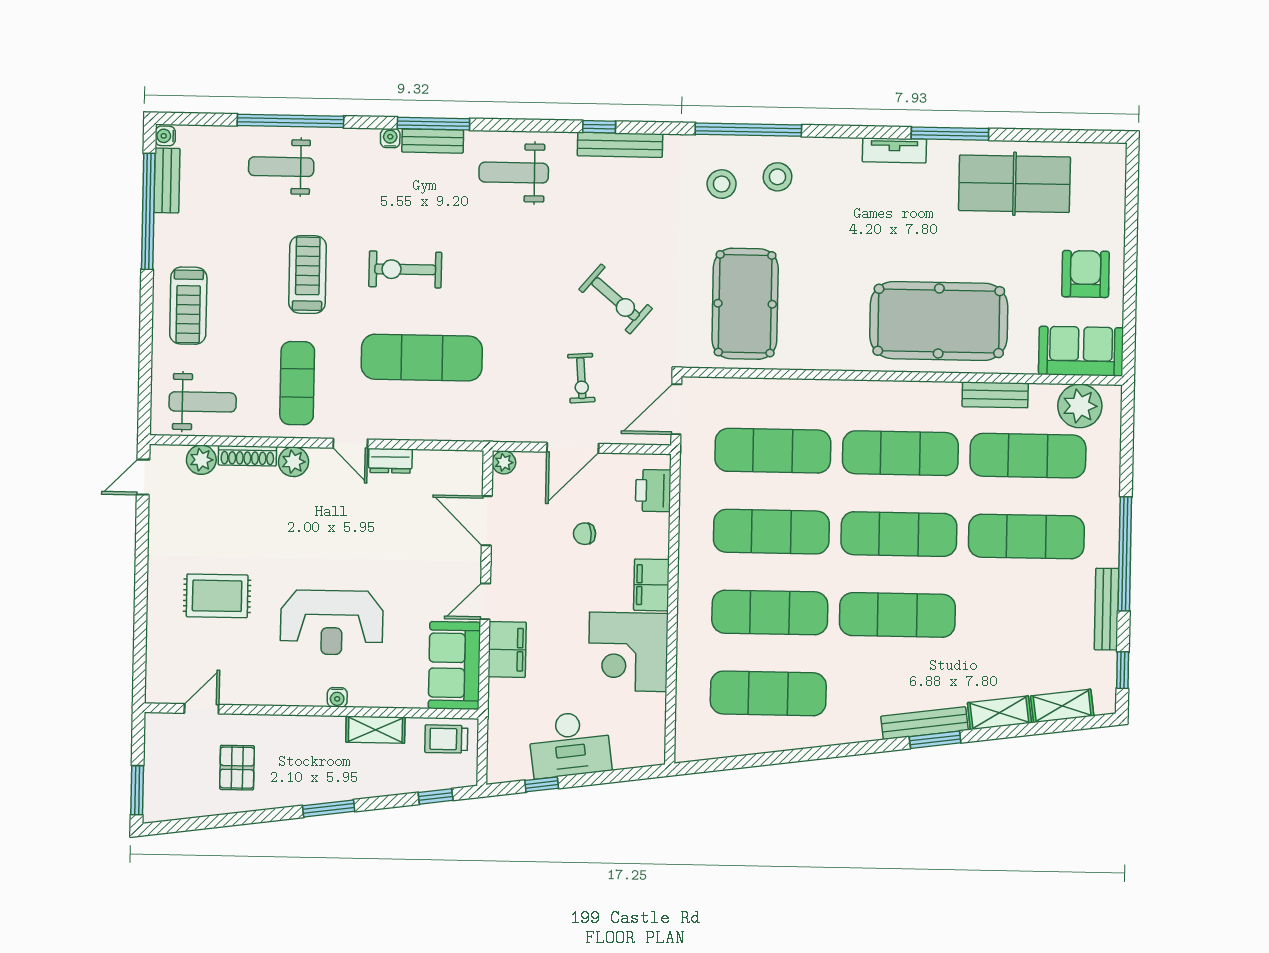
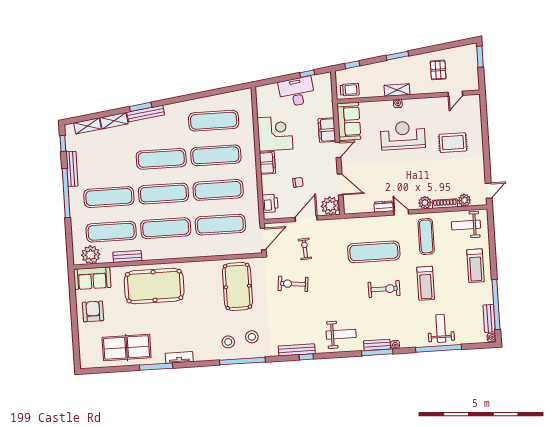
weight bench: (281, 167) -> (441, 328), turned -90
armchair: (1086, 274) -> (93, 311), turned 180
exercise bike: (616, 299) -> (293, 284), turned -34
treadmill: (188, 306) -> (476, 266), turned 180
plant: (504, 462) -> (330, 206), width x1.88, depth x1.88
shelving: (375, 730) -> (397, 90), moved

